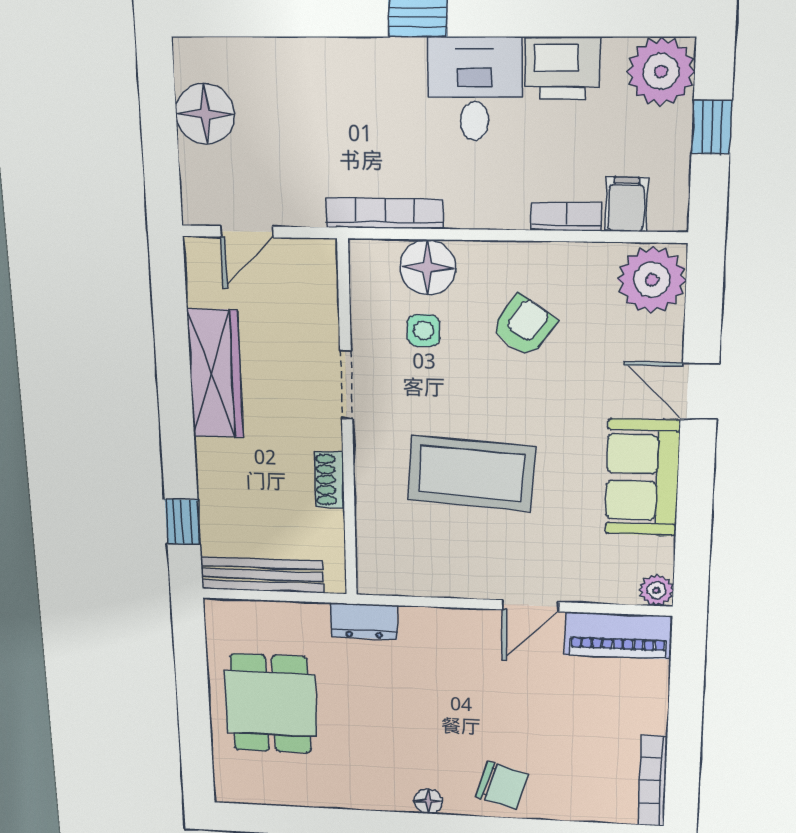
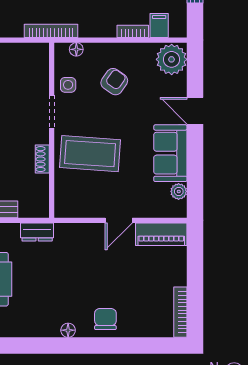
floor lamp: (428, 267) -> (76, 49), width x0.53, depth x0.53
doorway: (346, 385) -> (52, 112), moved
wall: (347, 423) -> (52, 130), moved
shoe rack: (329, 480) -> (42, 159), moved
plant: (656, 590) -> (179, 191), moved
chair: (502, 785) -> (105, 319), turned -107

